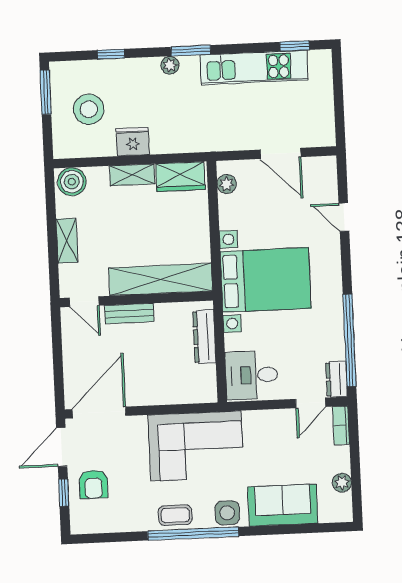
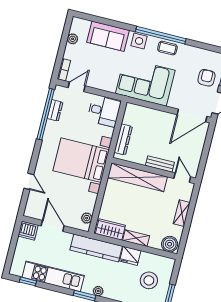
dishwasher: (320, 133) -> (28, 231), added
kitchen counter: (195, 138) -> (96, 248), added
dresser: (337, 379) -> (55, 110), moved

